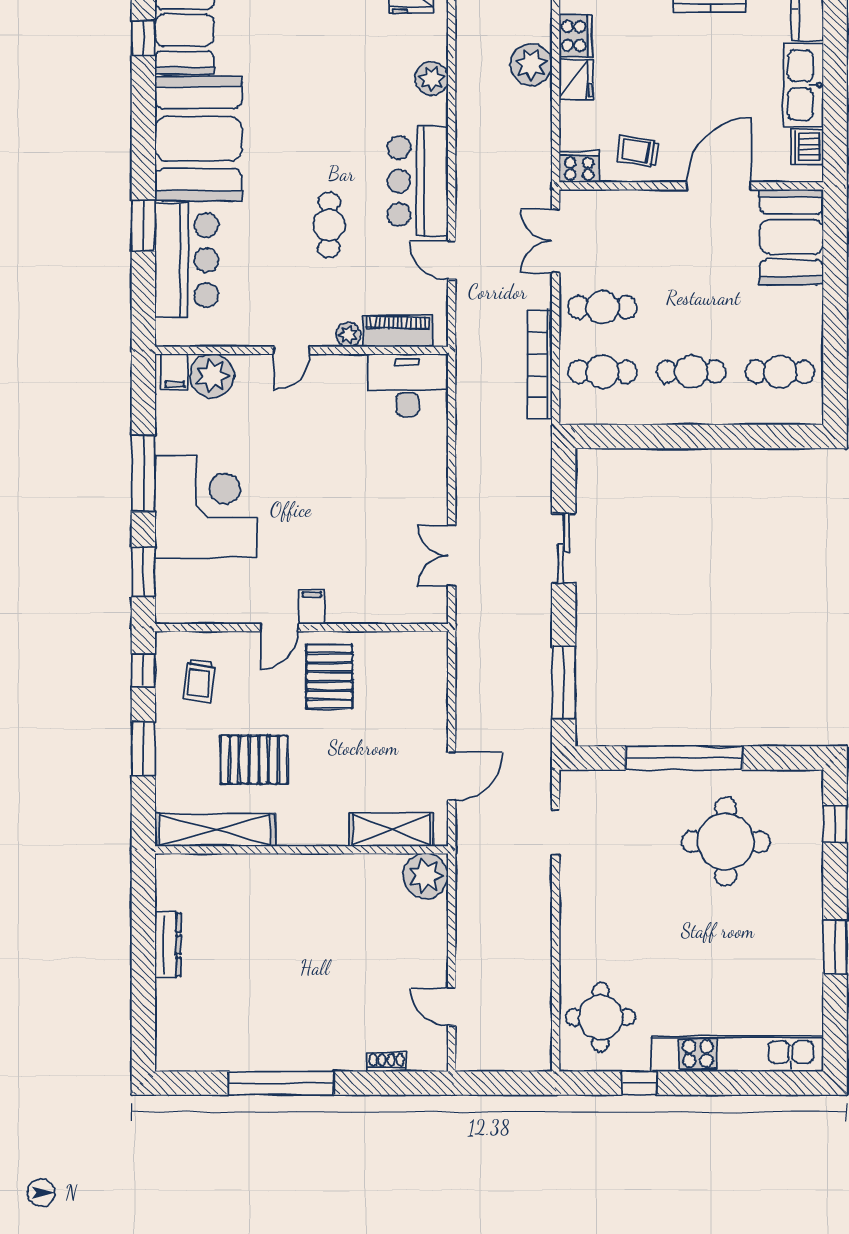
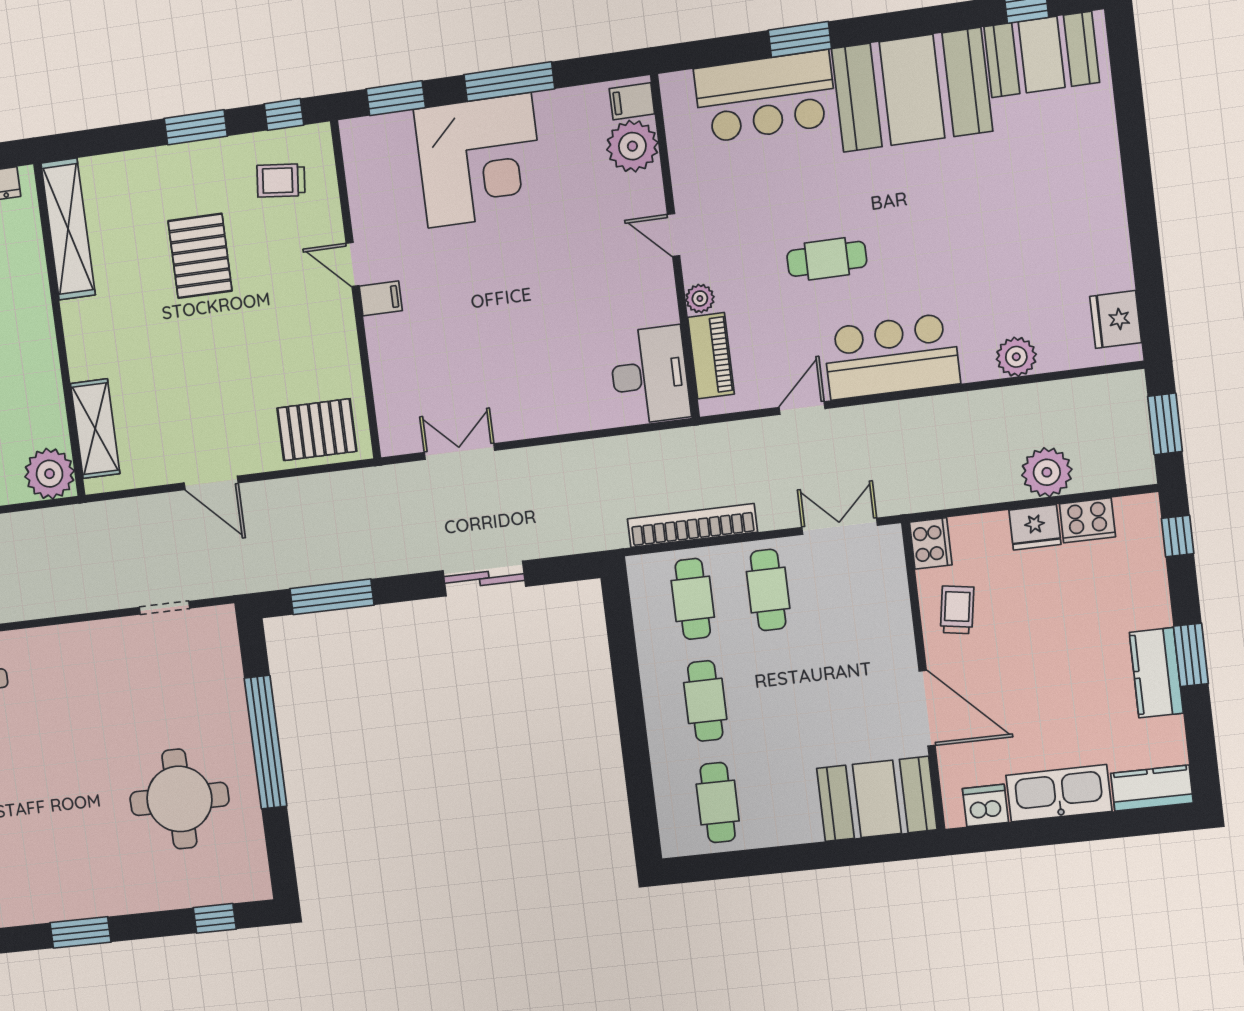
pallet: (329, 676) -> (317, 430), moved
shelving: (215, 830) -> (68, 229), moved
shelving: (391, 830) -> (95, 429), moved
wall: (302, 850) -> (59, 330), moved
plant: (426, 876) -> (50, 474), moved

